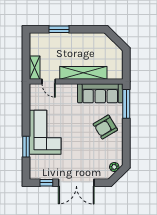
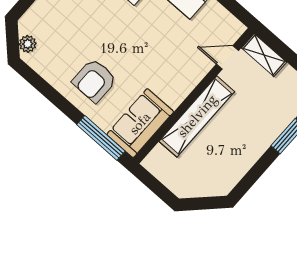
sofa: (100, 93) -> (140, 123), width x0.73
armchair: (105, 127) -> (94, 80), turned -149

